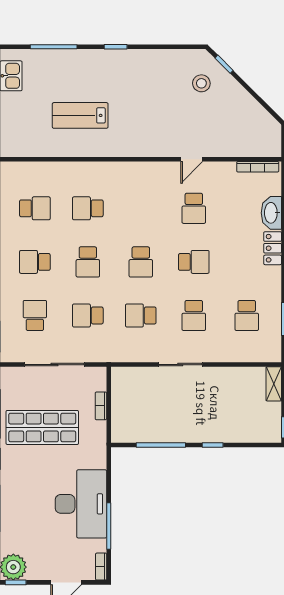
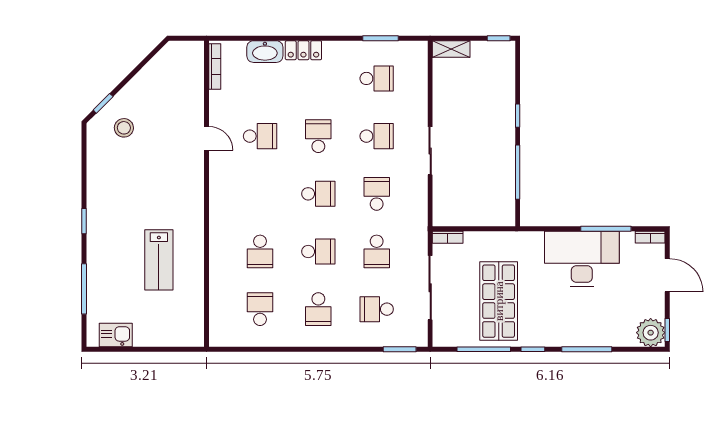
school desk: (141, 315) -> (377, 194), turned 180
bookcase: (101, 406) -> (448, 237), moved

